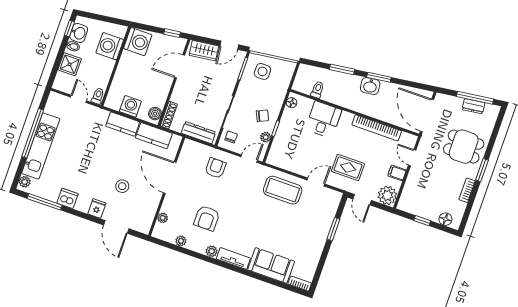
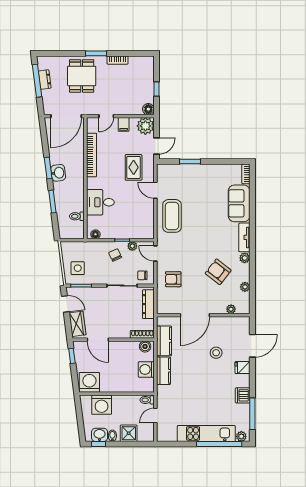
window: (33, 133) -> (219, 444), moved
armchair: (207, 218) -> (218, 272), turned -142
floor lamp: (445, 219) -> (148, 109), moved

